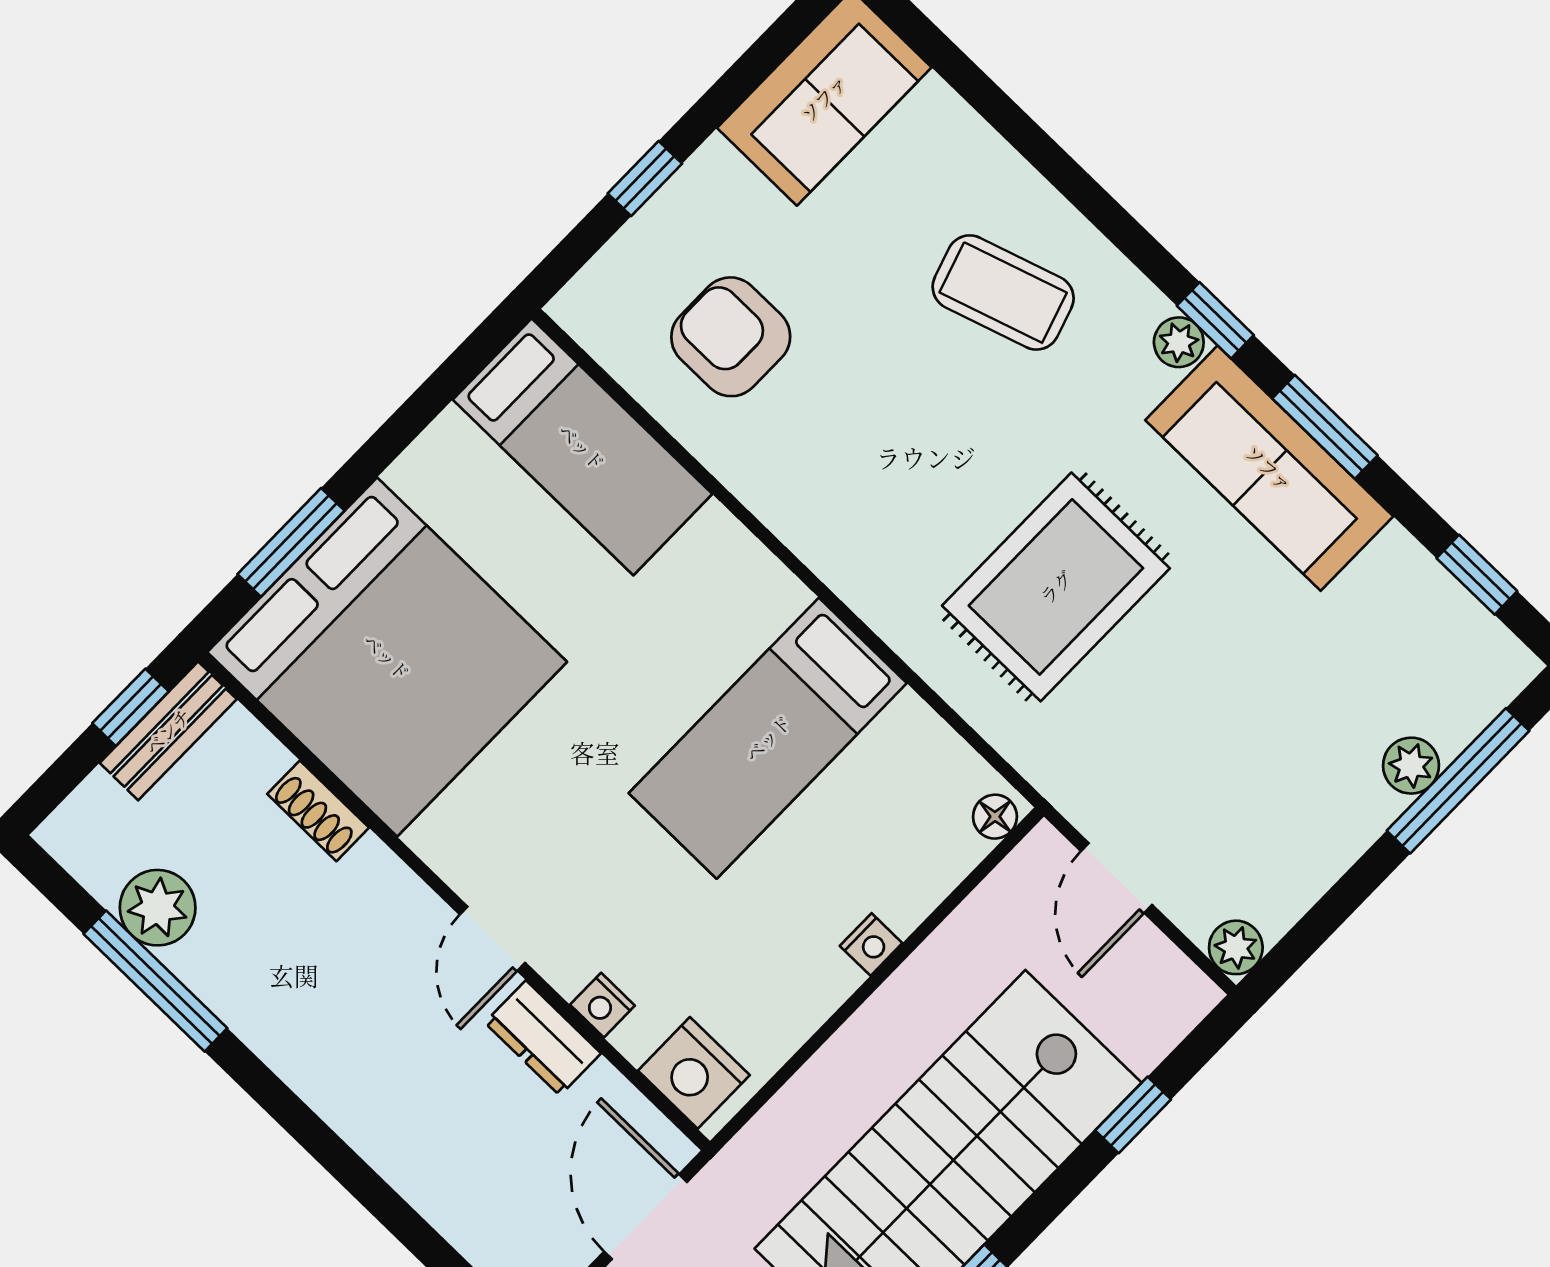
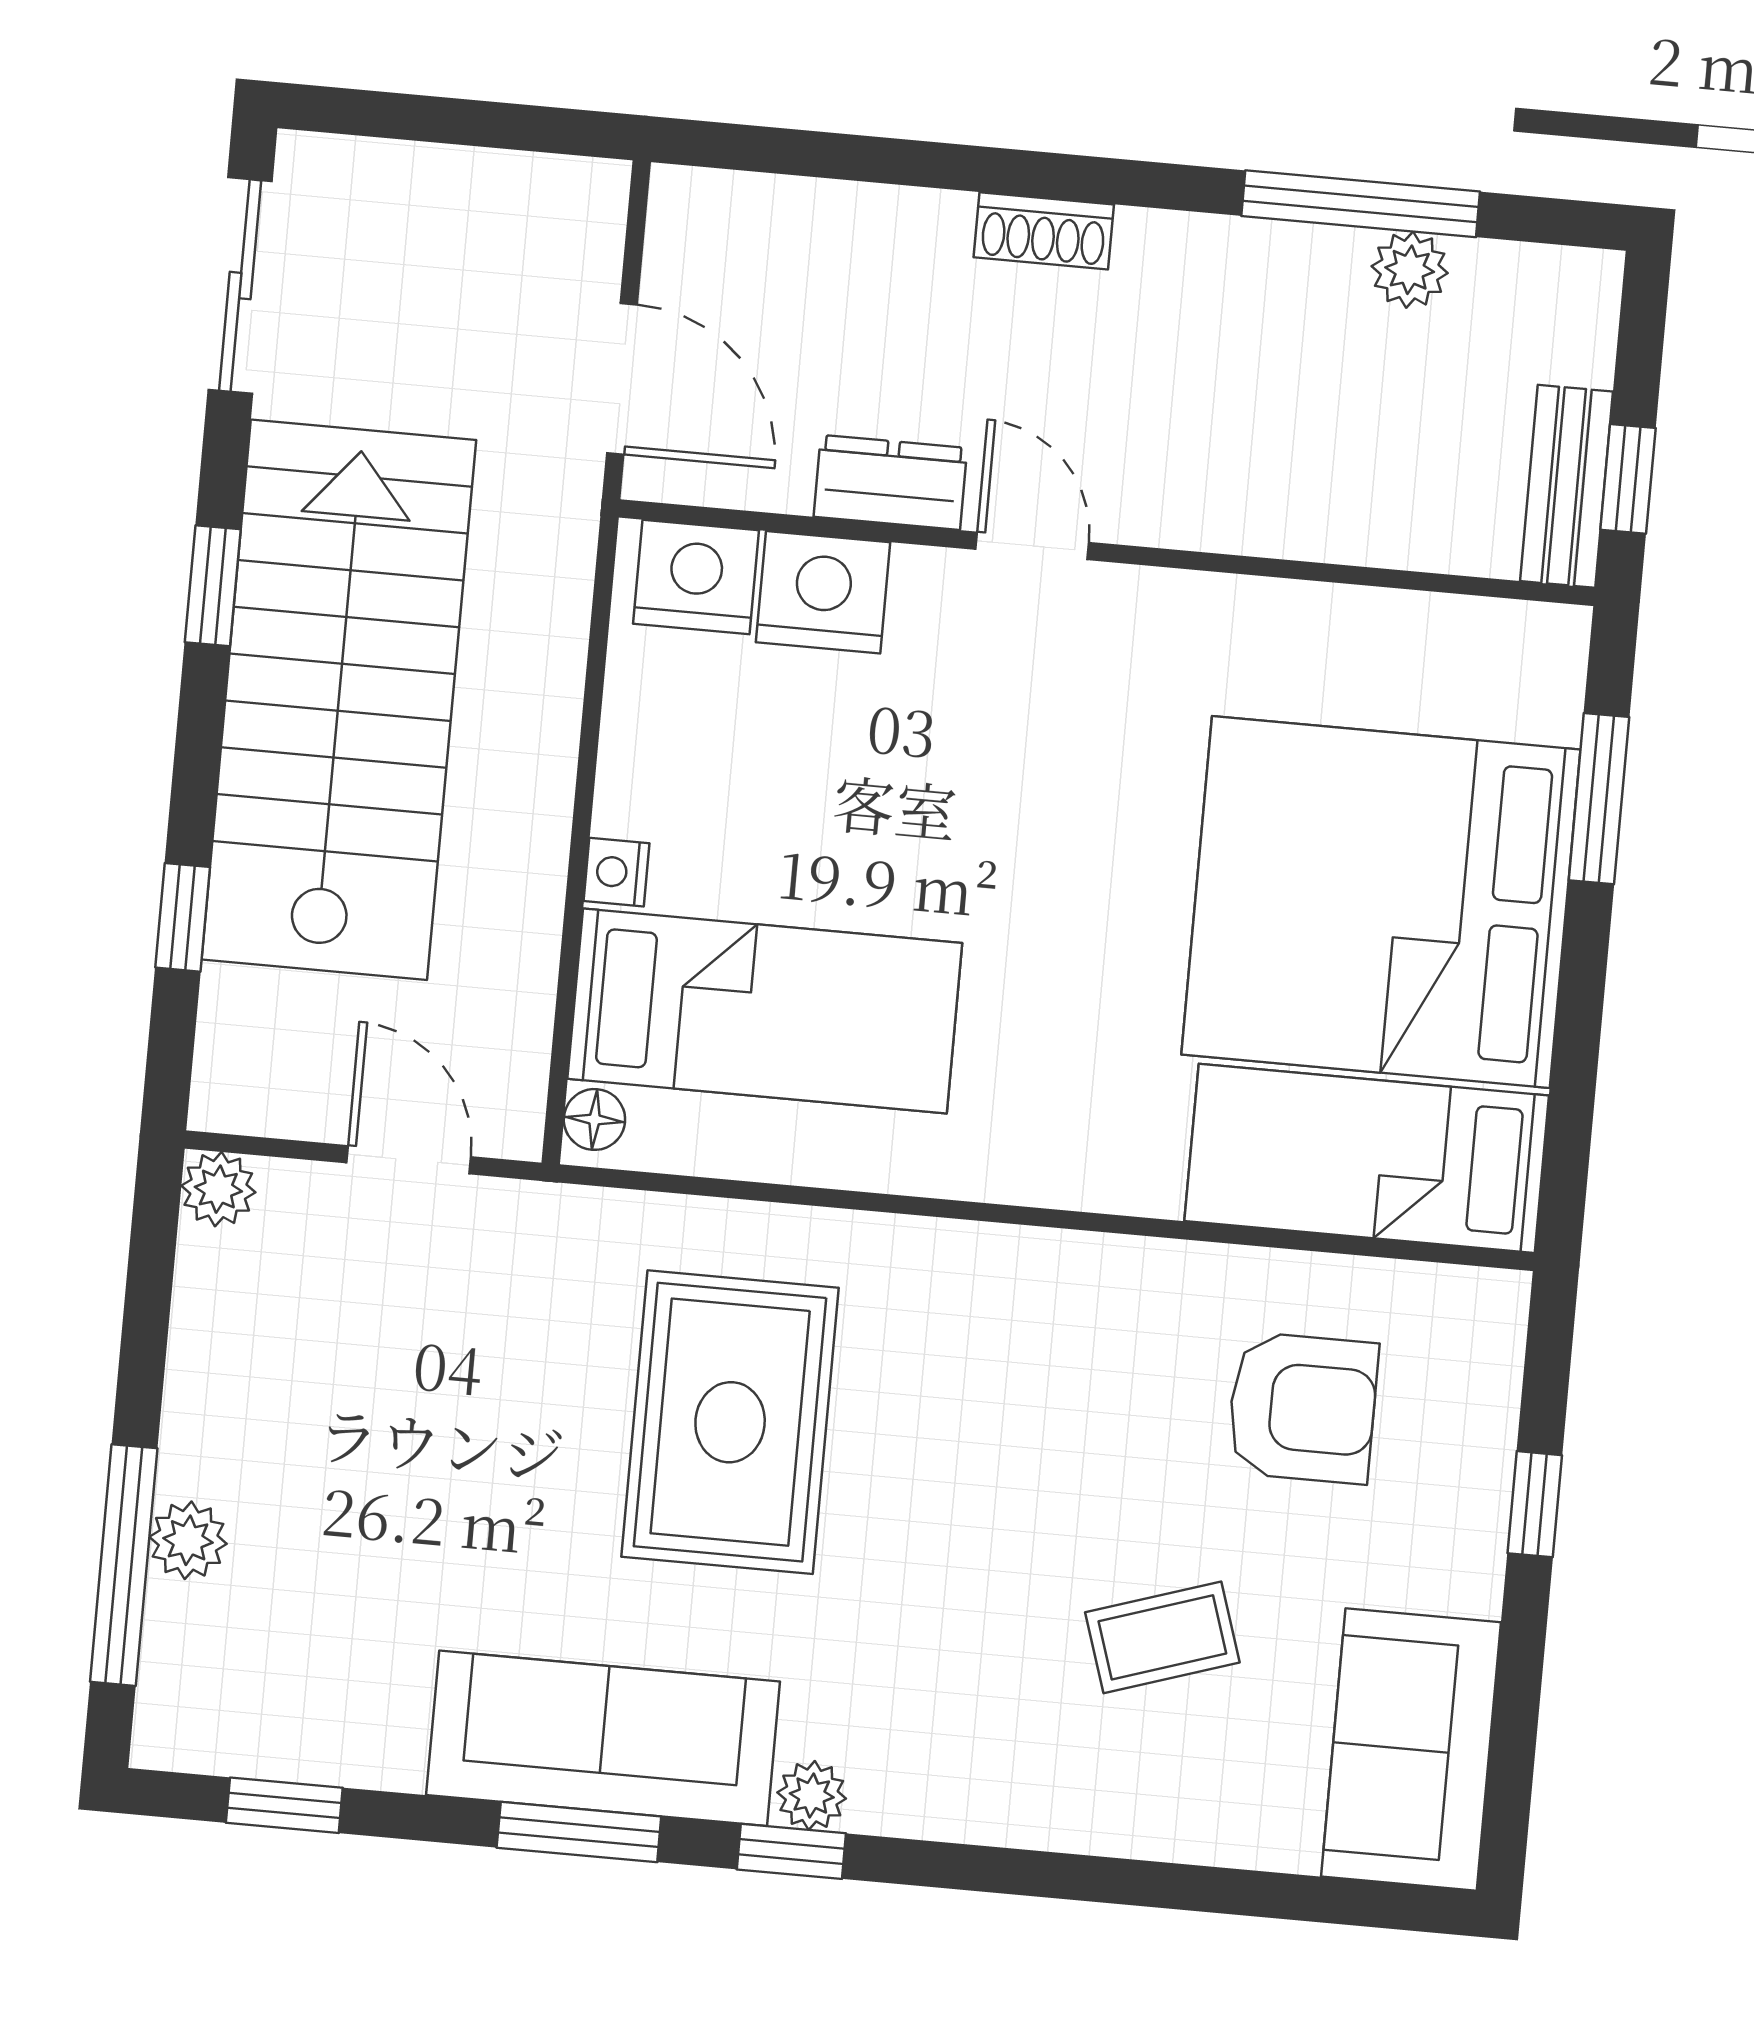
coffee table: (1003, 292) -> (1162, 1637), moved, width x0.73, depth x0.77
bed: (387, 657) -> (1381, 902), moved
bed: (768, 738) -> (765, 1011), moved, turned 90
shoe rack: (318, 811) -> (1044, 231), moved, turned 180
plant: (158, 908) -> (1410, 270), width x0.73, depth x0.73
nightstand: (602, 1005) -> (823, 592), width x1.89, depth x1.79

